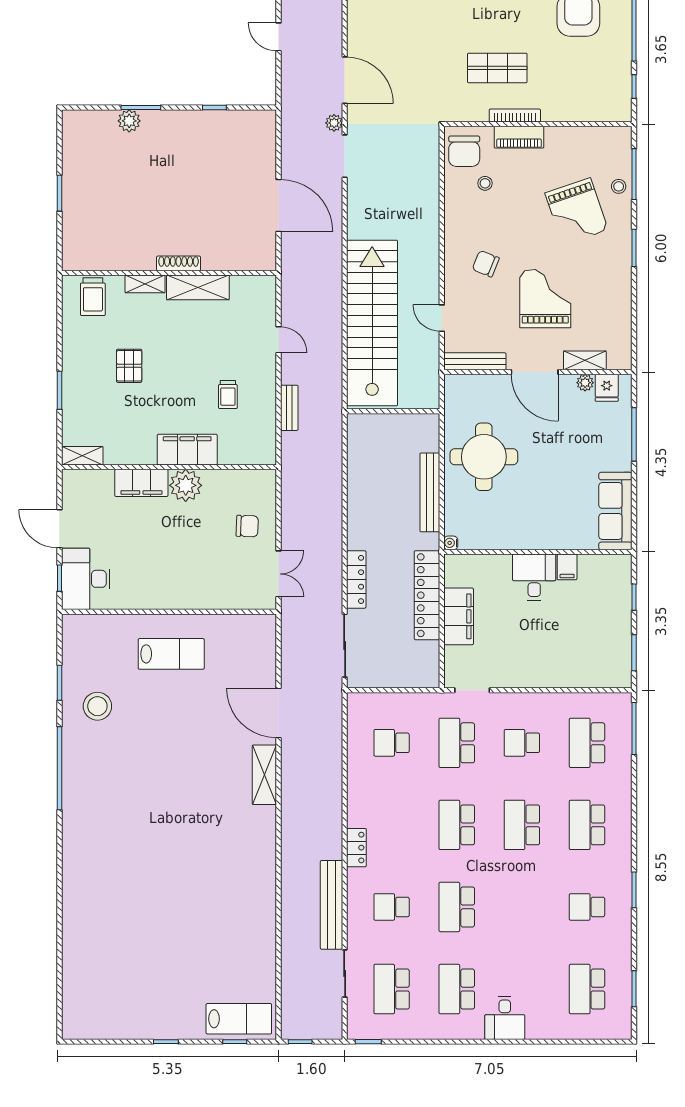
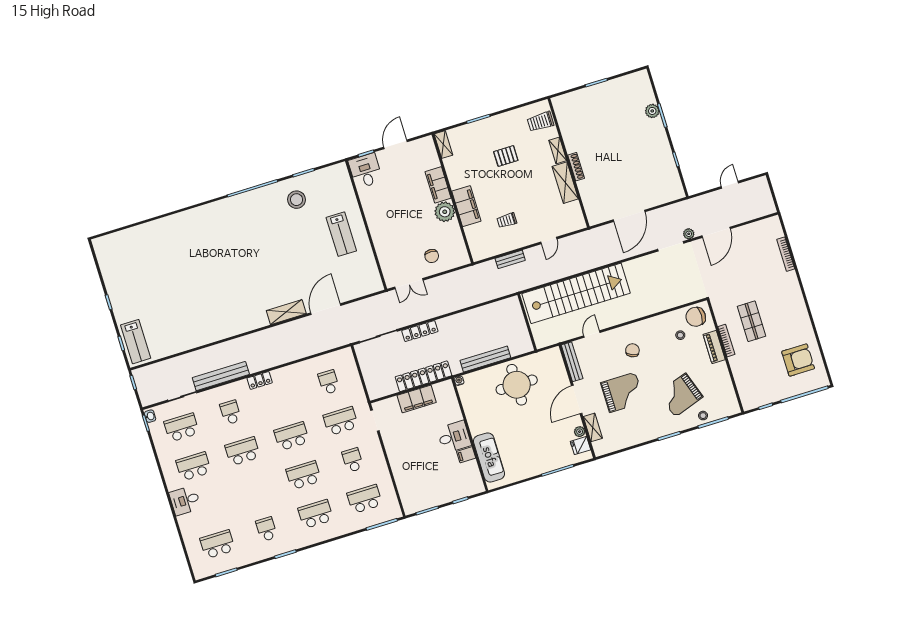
sofa: (615, 511) -> (489, 457), moved, turned 90
desk: (86, 579) -> (365, 171), width x0.73
washbasin: (359, 1032) -> (150, 416), added

